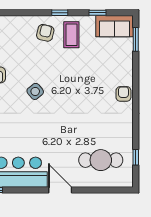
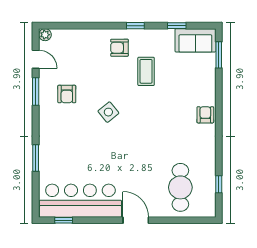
armchair: (45, 33) -> (119, 48), turned -103
coffee table: (71, 35) -> (146, 71), moved
cafe table: (101, 160) -> (180, 187), turned 90

